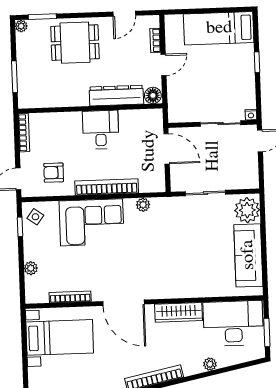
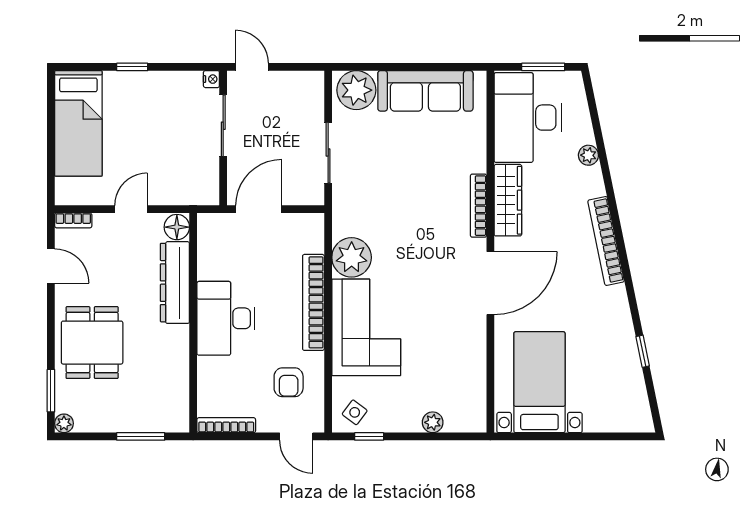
bookcase: (155, 40) -> (73, 220), moved
door: (164, 65) -> (131, 209), hinge flipped
desk: (101, 130) -> (226, 318), width x1.37
plant: (143, 205) -> (352, 257), width x1.88, depth x1.88
bookcase: (70, 297) -> (478, 206), moved

